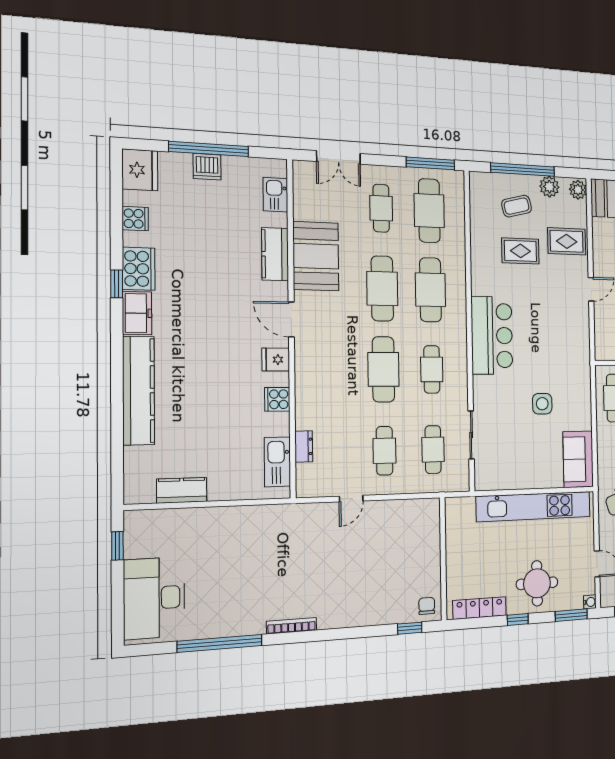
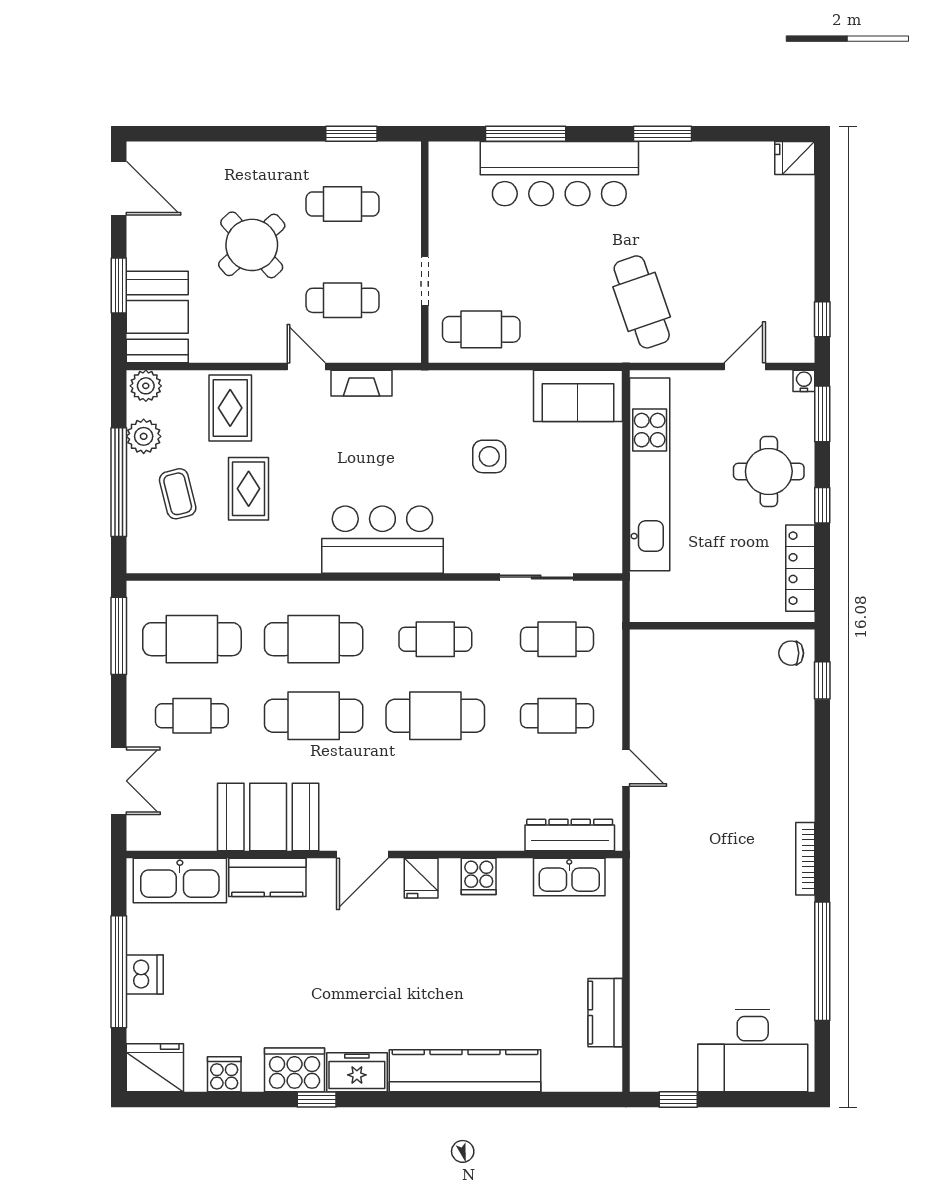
kitchen sink: (275, 195) -> (180, 881), width x1.87, depth x1.24
fireplace: (582, 323) -> (361, 383), added
dresser: (304, 446) -> (570, 835), width x1.96, depth x1.24

